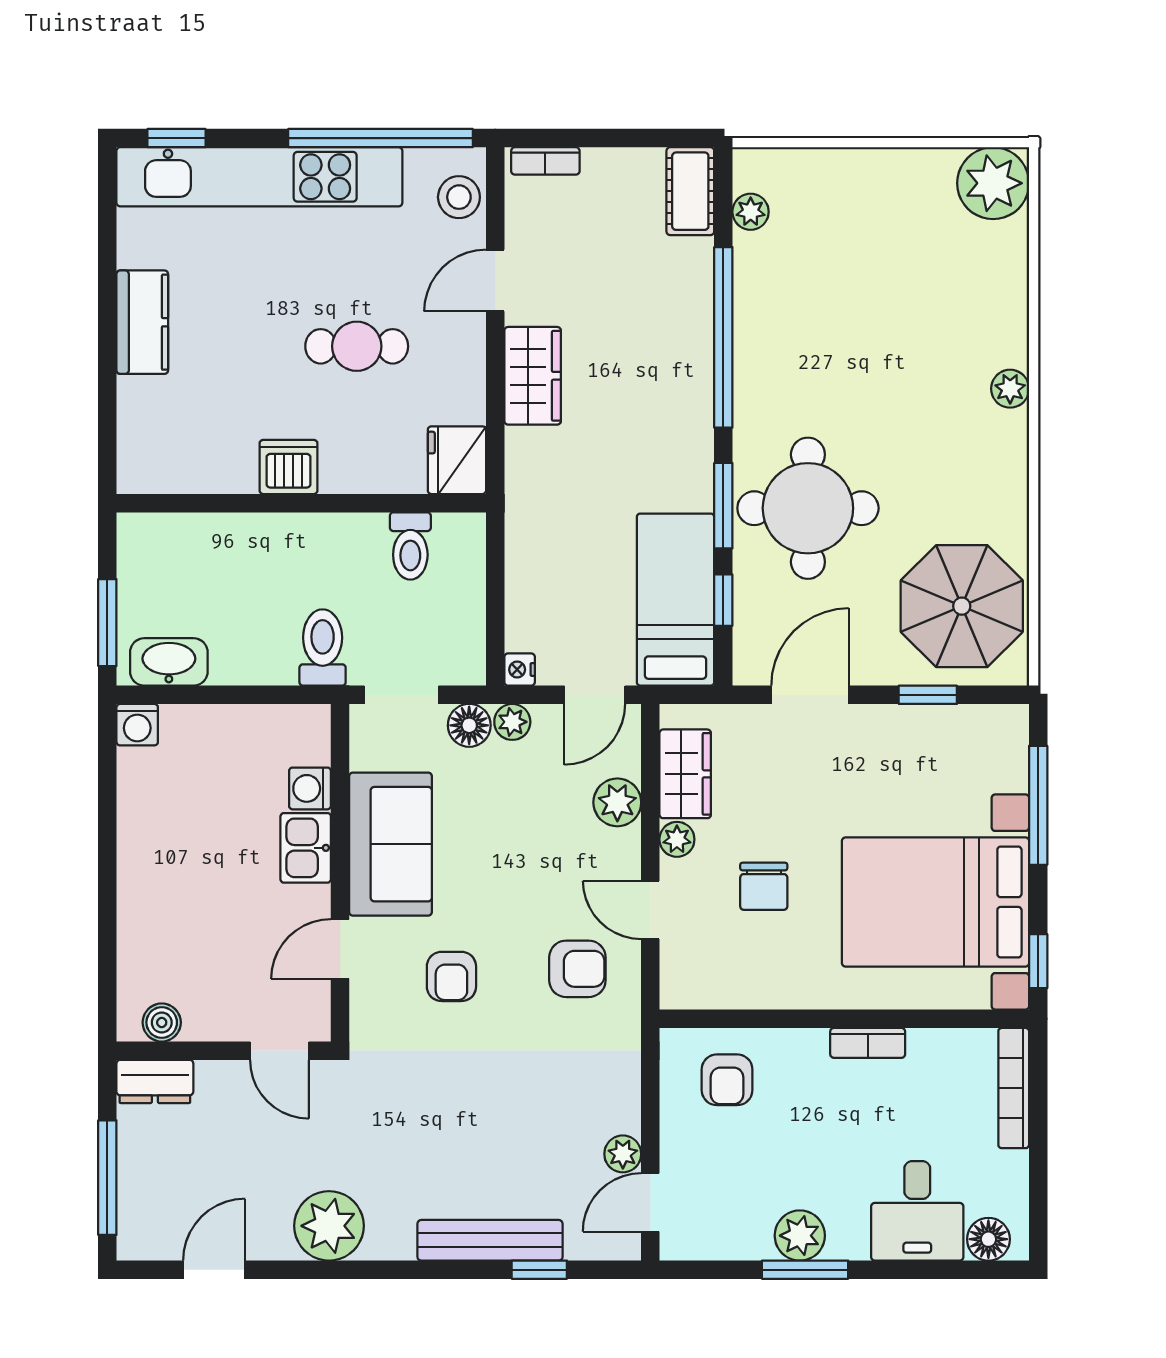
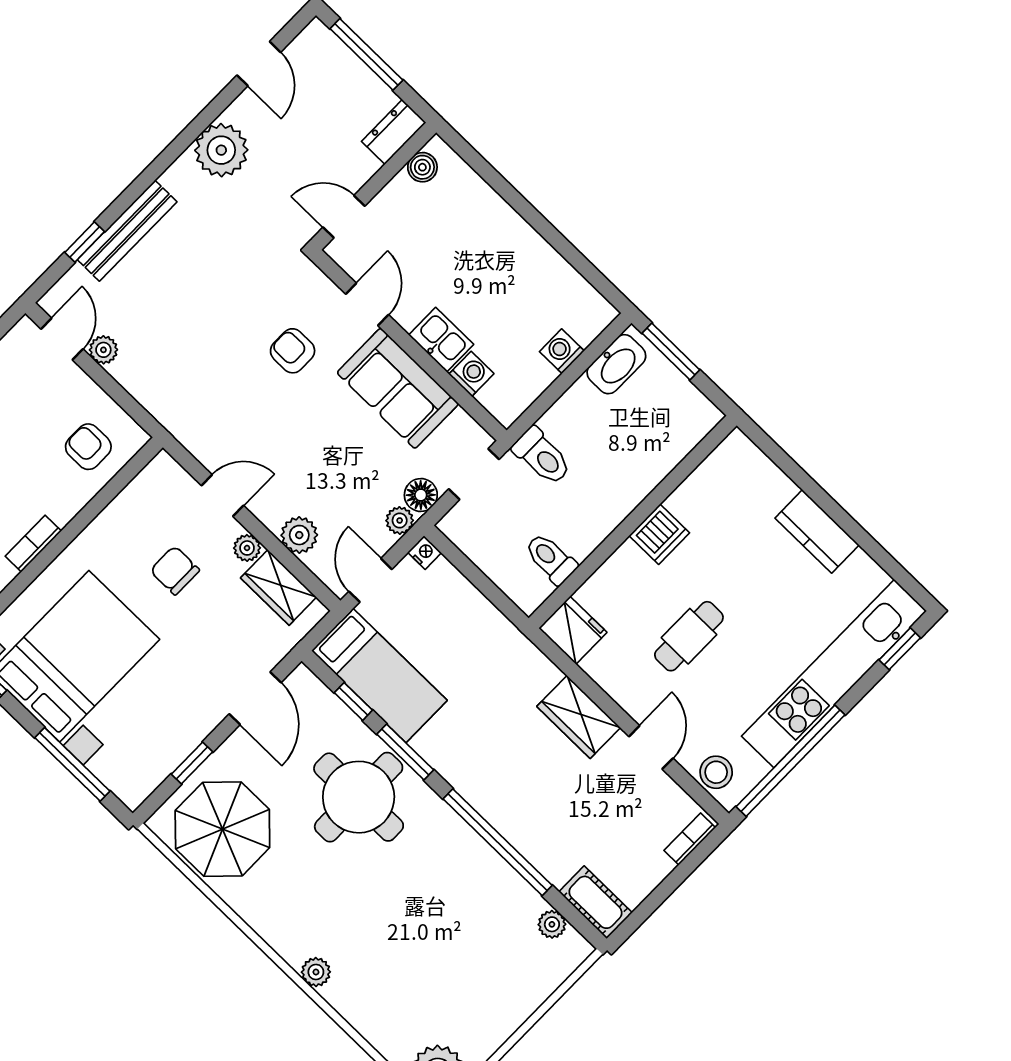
washing machine: (137, 725) -> (562, 351), moved
armchair: (577, 969) -> (229, 424), removed

